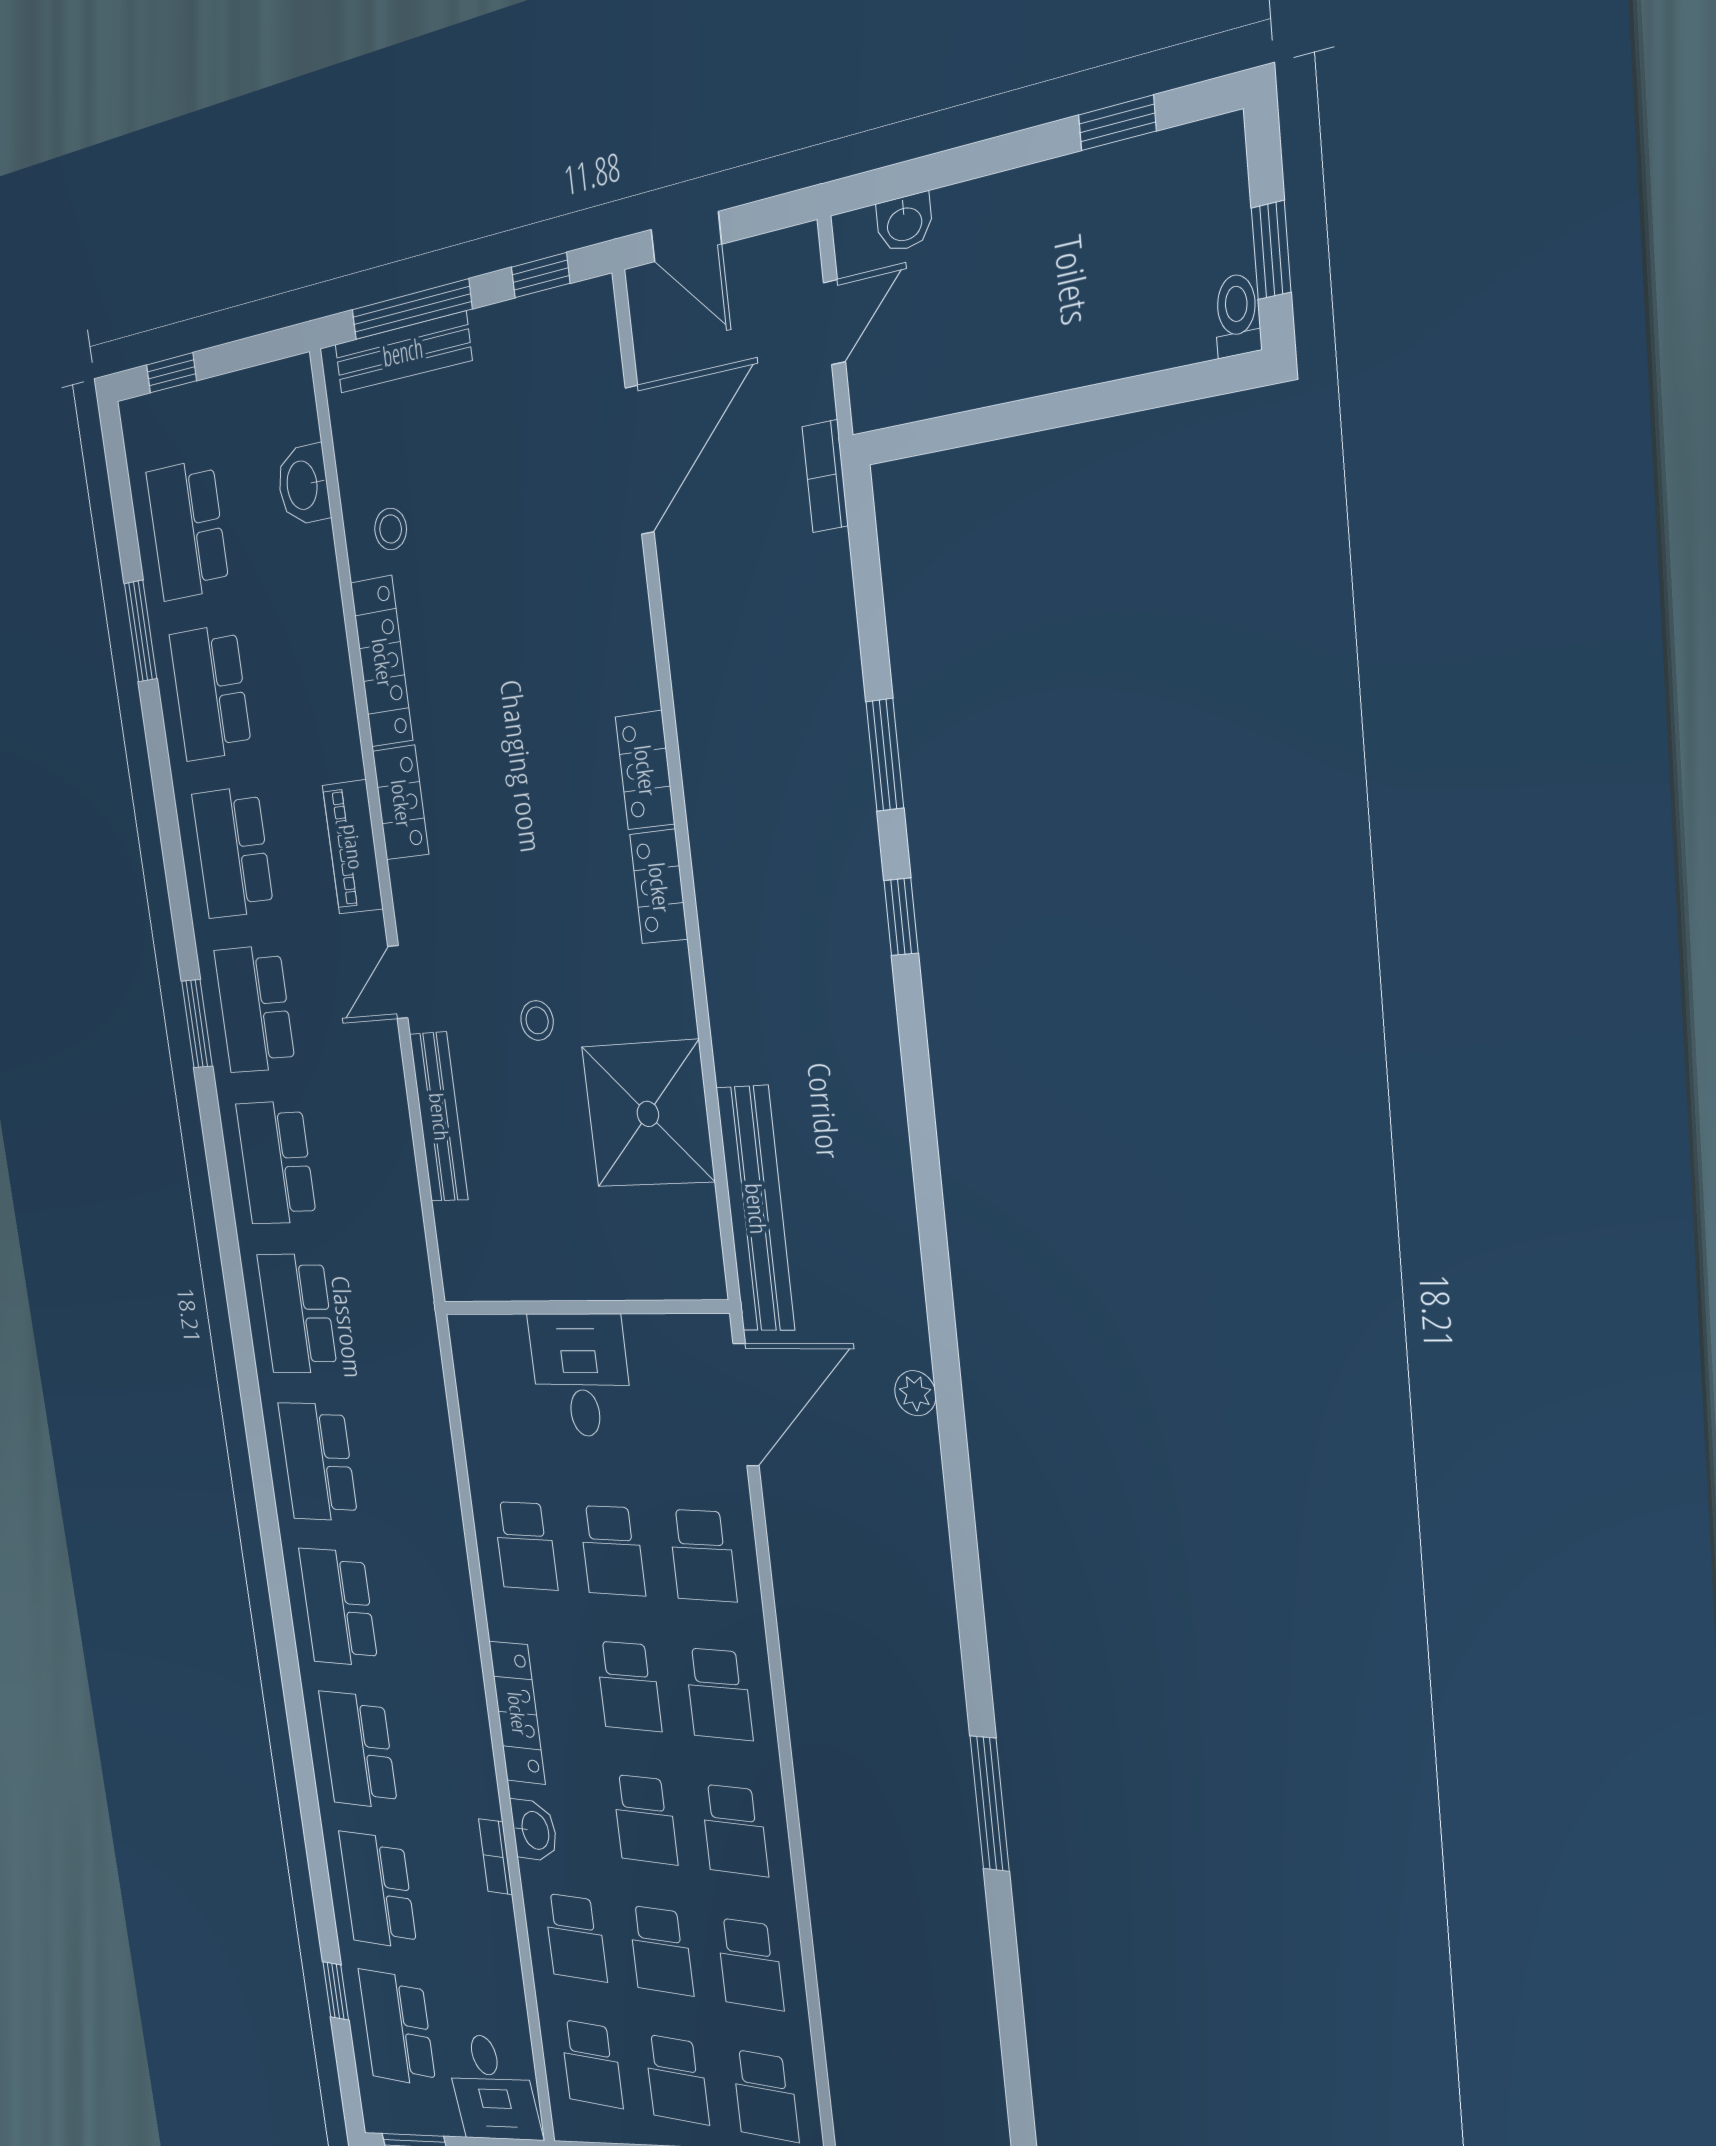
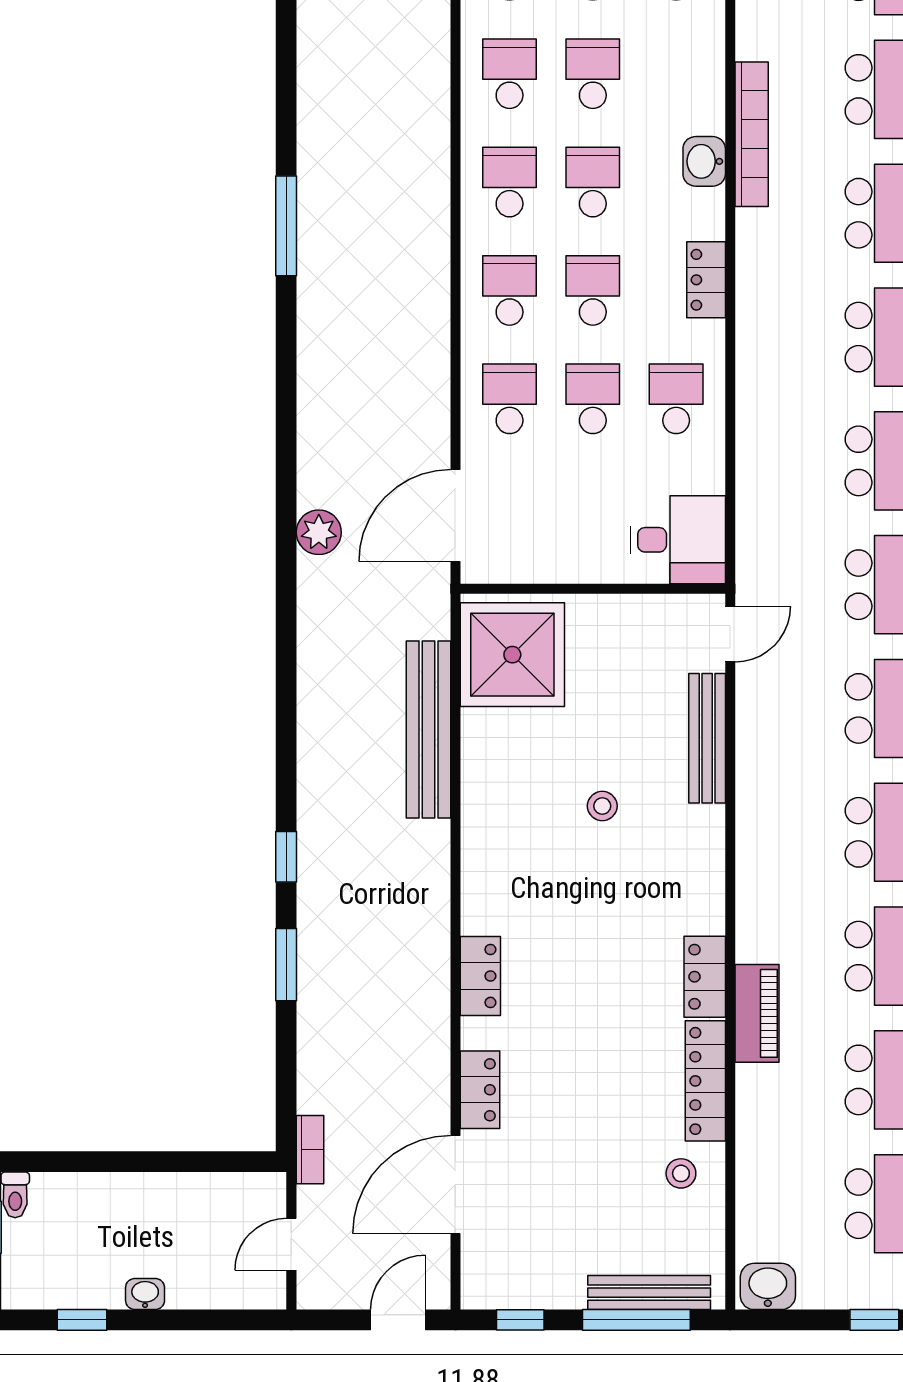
washbasin: (904, 223) -> (145, 1294), moved
door: (686, 237) -> (398, 1320), hinge flipped
washbasin: (303, 485) -> (768, 1286), moved, turned -90
piano: (353, 847) -> (757, 1013), moved
locker: (659, 887) -> (480, 1090), moved
door: (398, 982) -> (730, 634), moved
shower: (648, 1114) -> (512, 655), moved
bench: (756, 1209) -> (428, 730), moved
desk: (581, 1375) -> (678, 540), moved, turned -90
plant: (915, 1393) -> (319, 532), width x1.38, depth x1.38
locker: (517, 1713) -> (706, 280), width x0.66
bookcase: (496, 1857) -> (752, 134), width x2.31, depth x1.31
school desk: (575, 1938) -> (676, 74), removed

